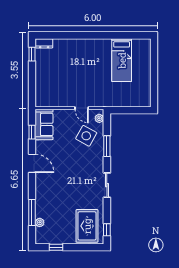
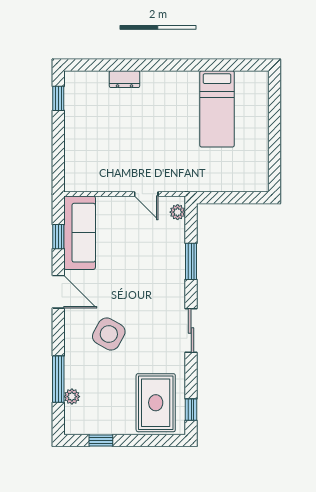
dresser: (44, 43) -> (125, 79), moved
sofa: (44, 124) -> (80, 233), width x1.36
side table: (86, 136) -> (109, 334), moved

